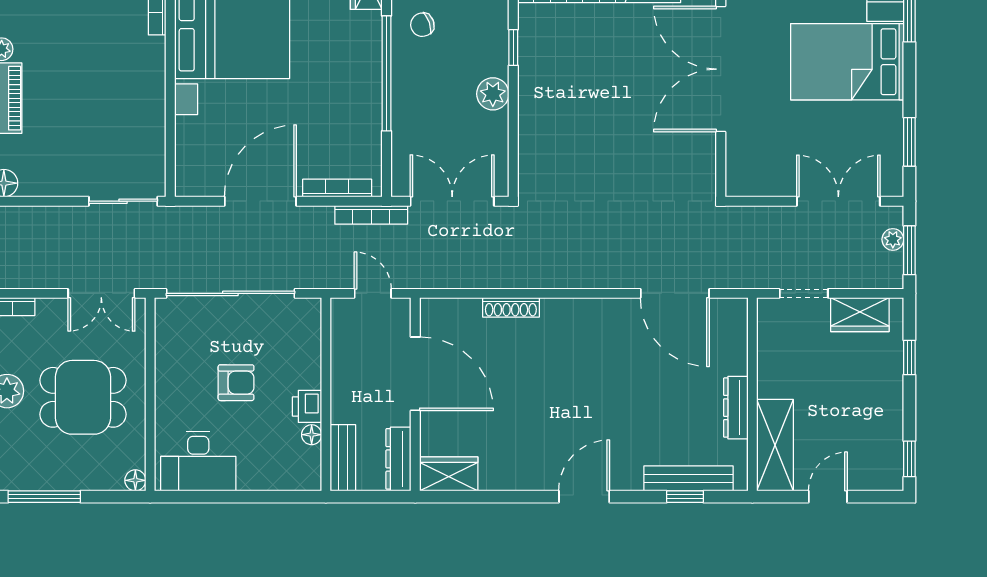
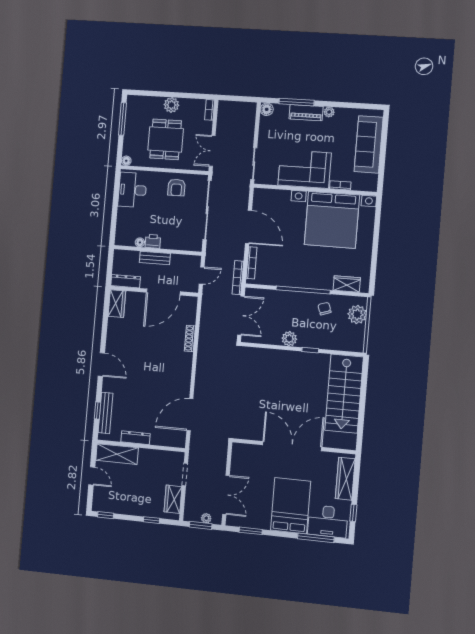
corner sofa: (127, 91) -> (305, 169), added
armchair: (236, 383) -> (177, 187), moved
bench: (343, 458) -> (155, 258), moved

